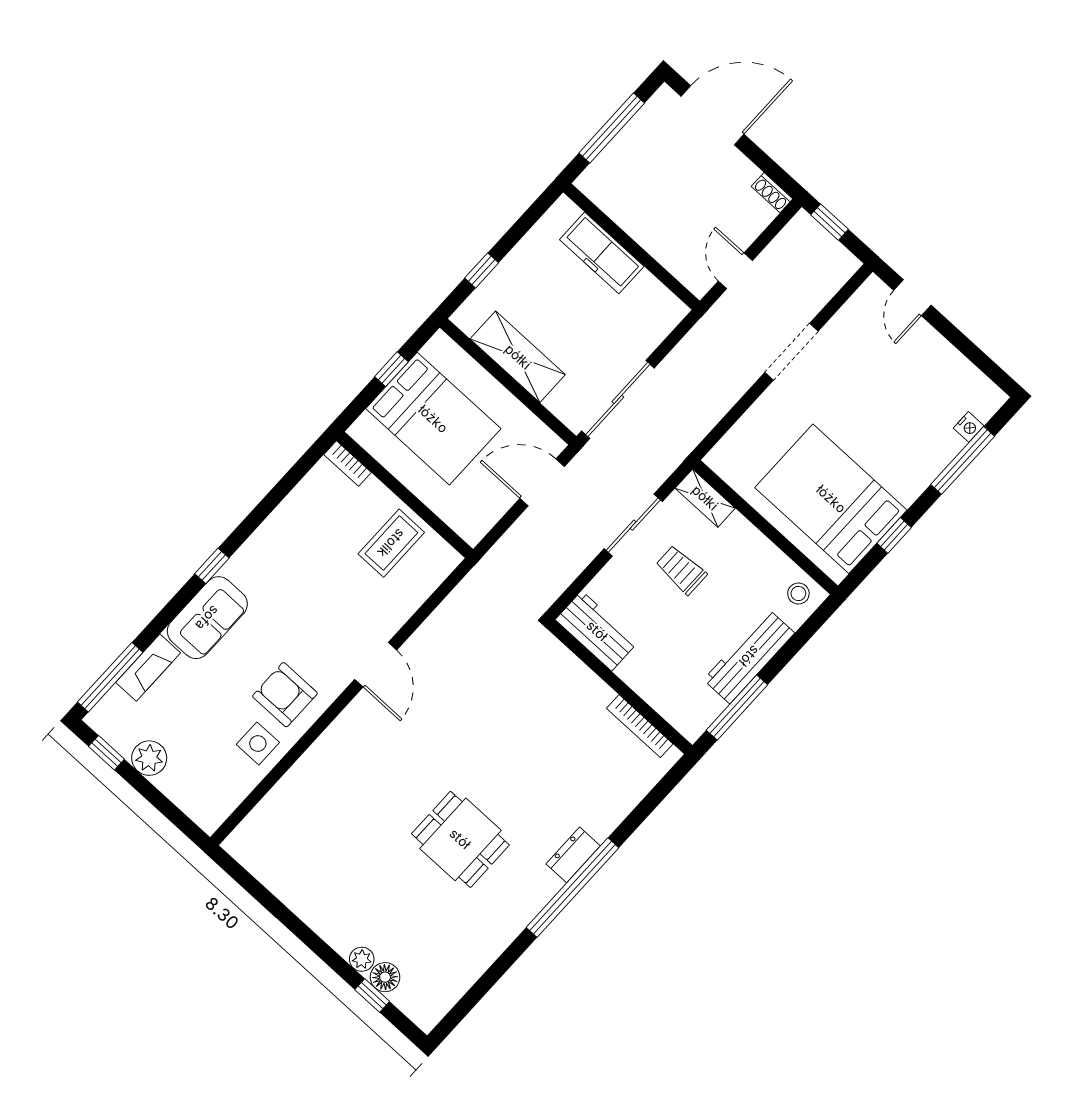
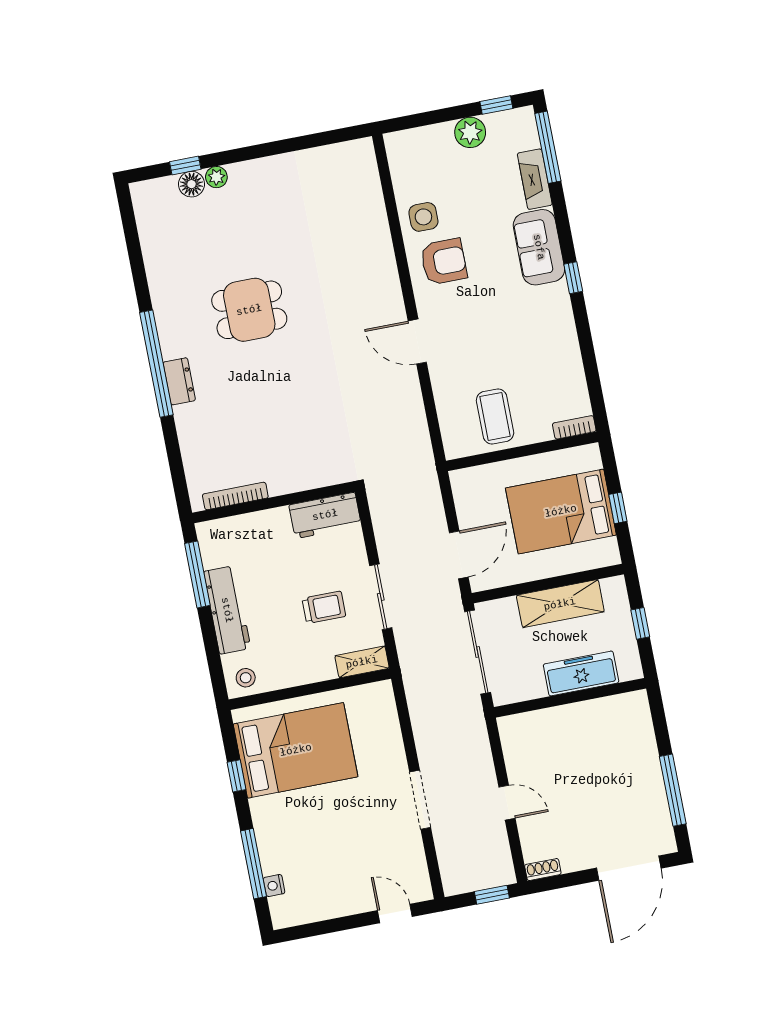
wall: (631, 247) -> (570, 698), moved
freezer: (602, 253) -> (581, 673), moved

